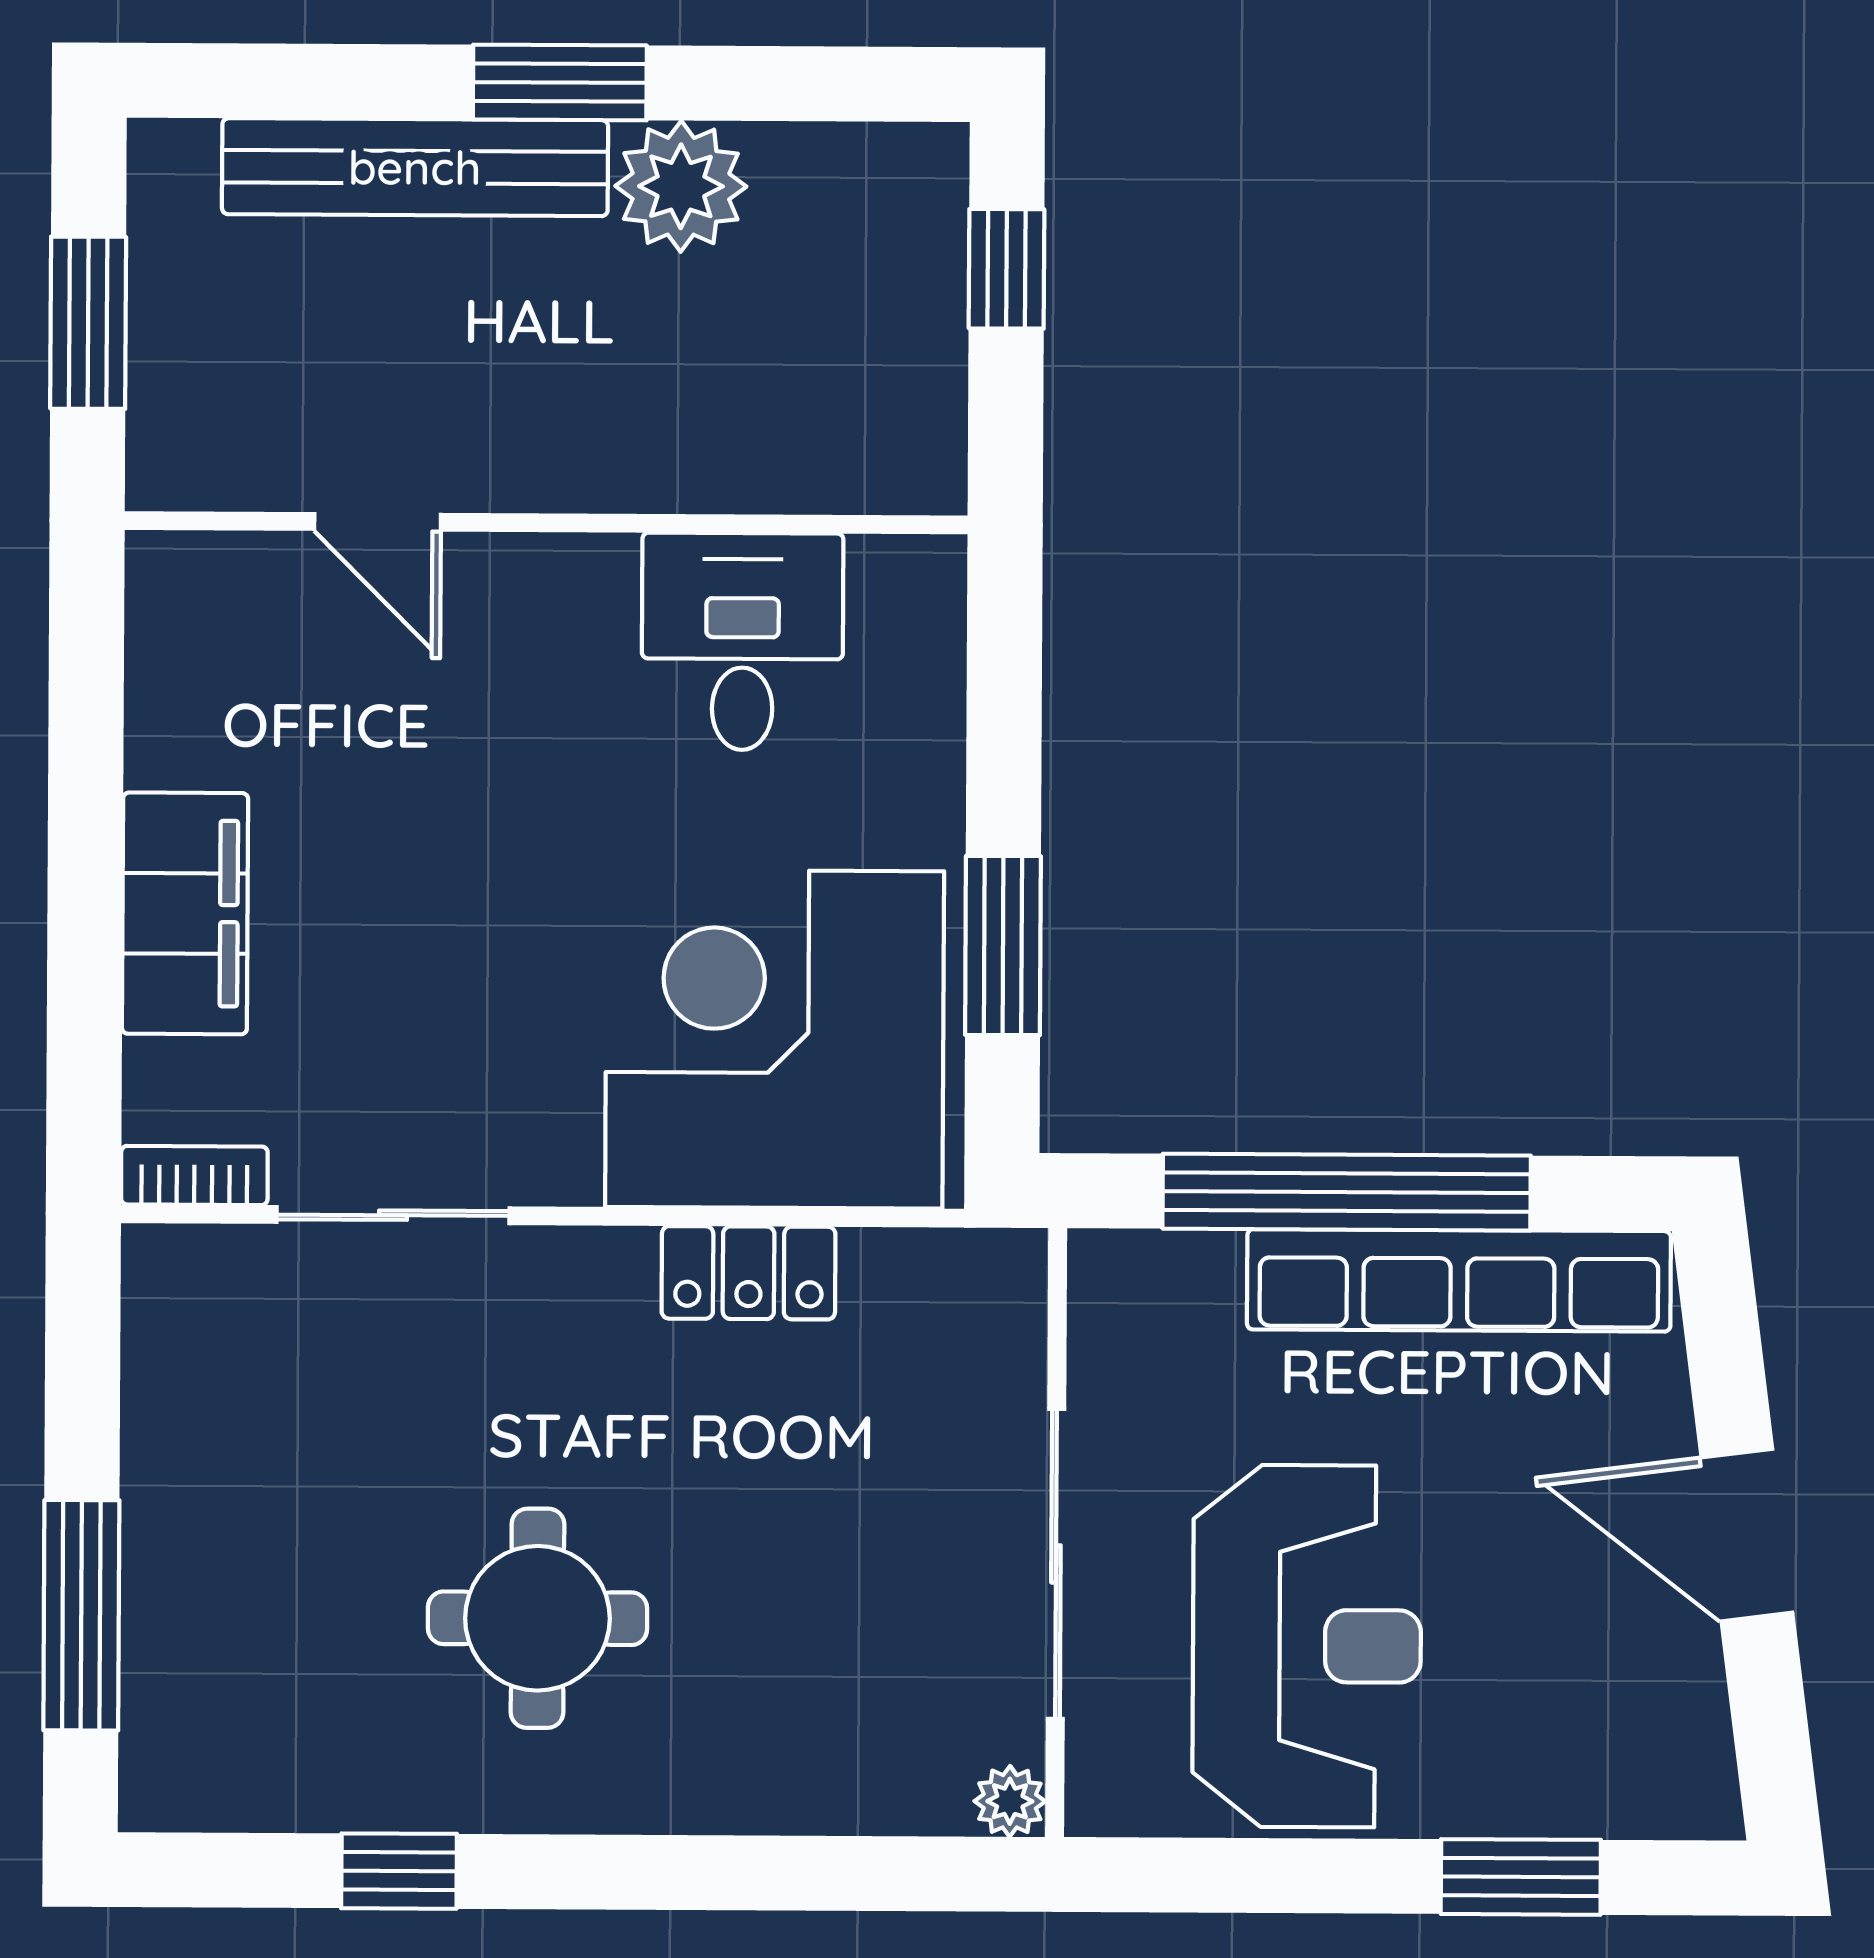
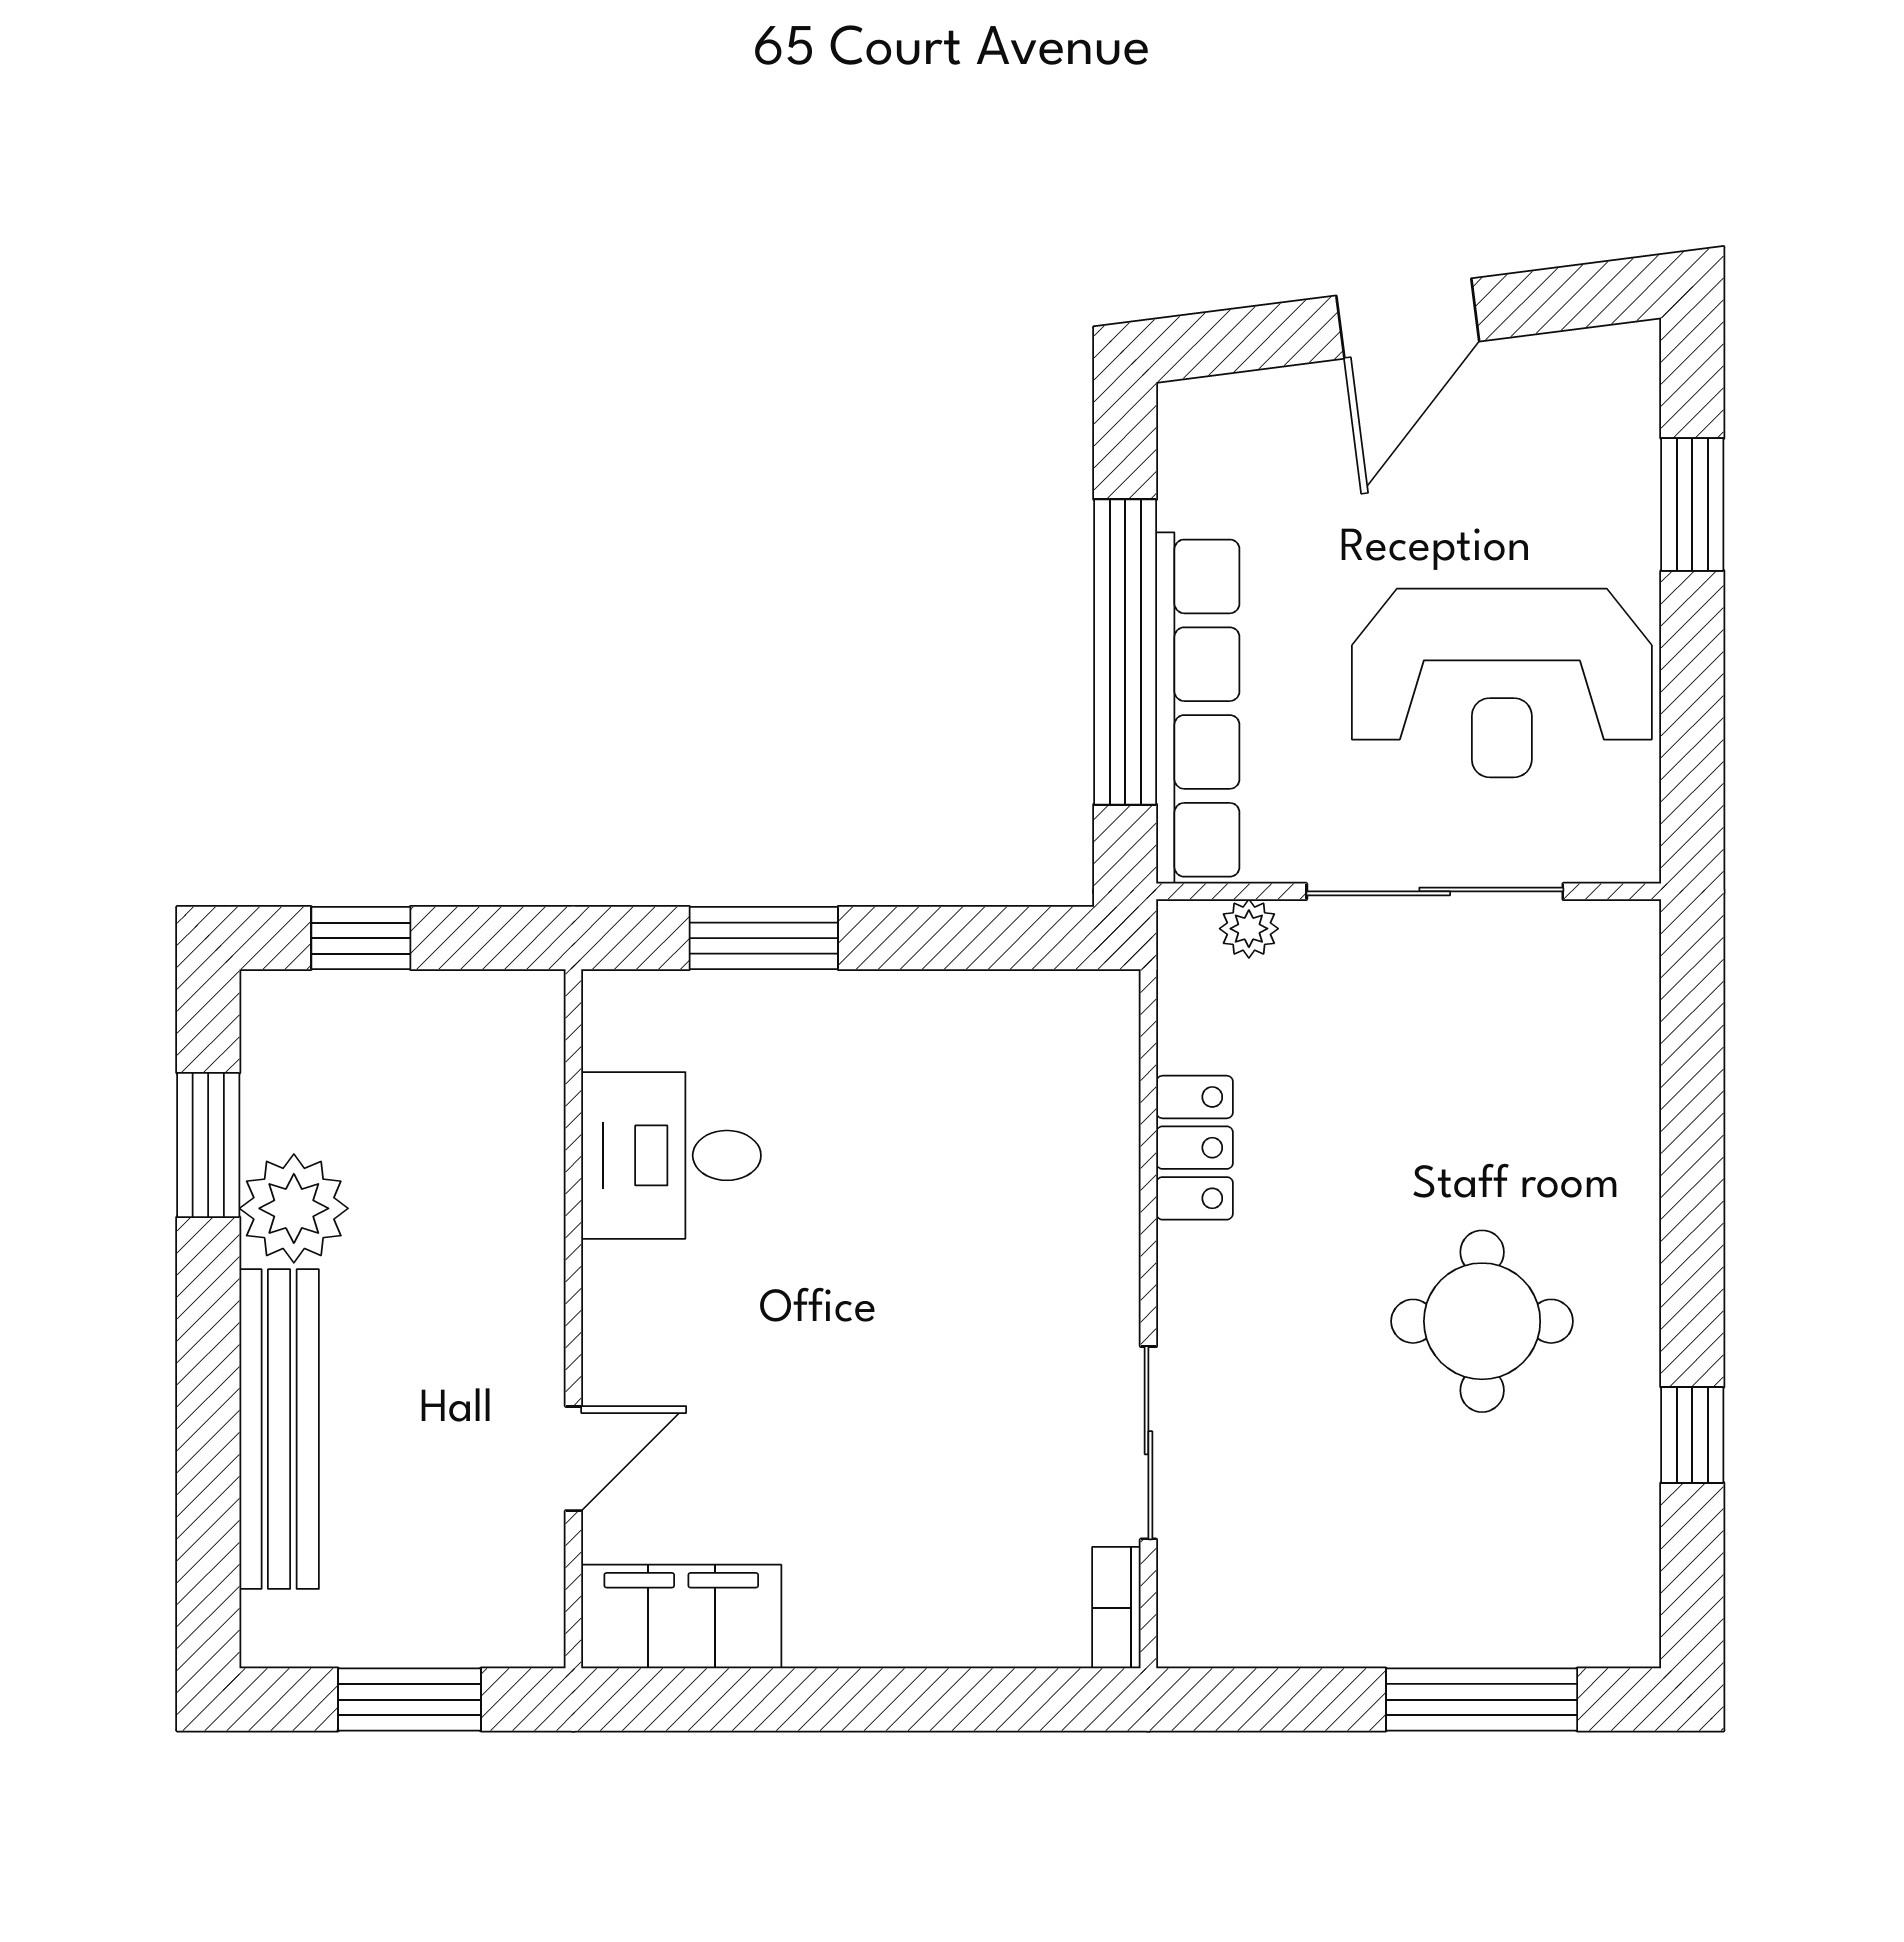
window: (560, 82) -> (208, 1145), moved
filing cabinet: (185, 913) -> (681, 1617), moved
window: (1003, 946) -> (764, 938), moved
corner desk: (775, 1039) -> (1001, 1127), removed
row of seats: (1459, 1280) -> (1198, 708), moved
reception desk: (1307, 1646) -> (1502, 683), turned 180
plant: (1010, 1801) -> (1249, 929), moved

